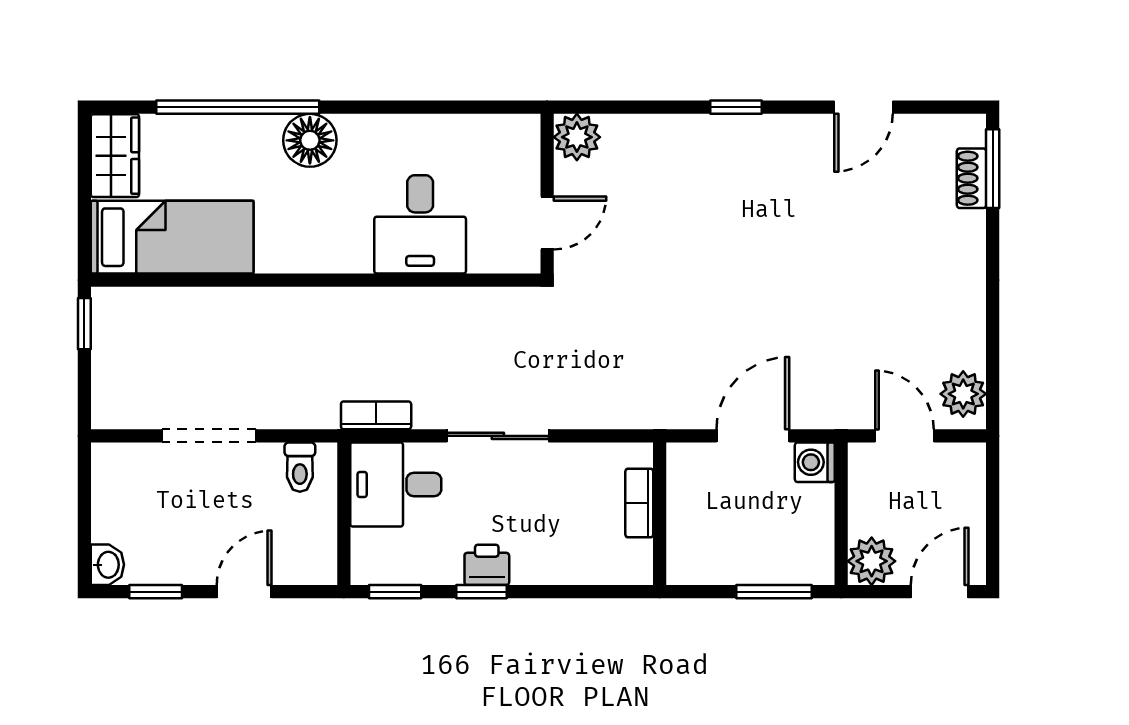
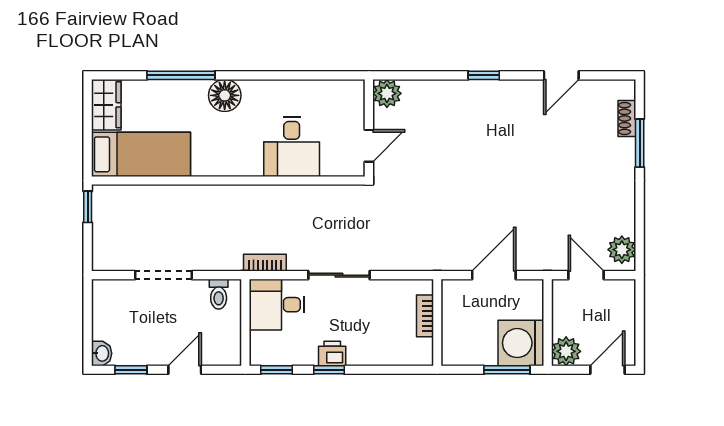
window: (238, 107) -> (181, 75), width x0.68
window: (993, 169) -> (640, 143), moved
washing machine: (815, 462) -> (521, 343), moved, width x1.89, depth x1.89

